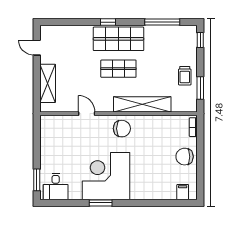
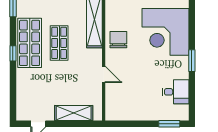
door: (87, 114) -> (104, 74), swing flipped
corner desk: (106, 176) -> (165, 32), moved
desk: (56, 187) -> (176, 92), moved

